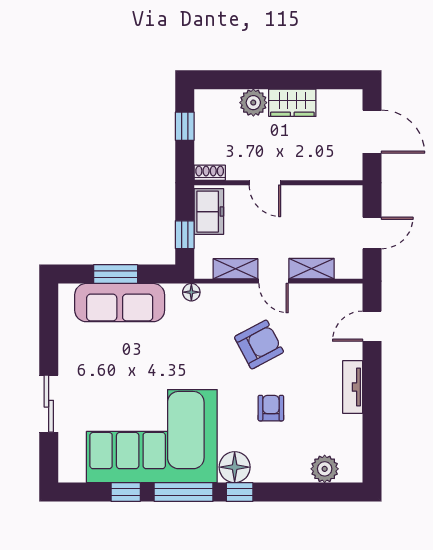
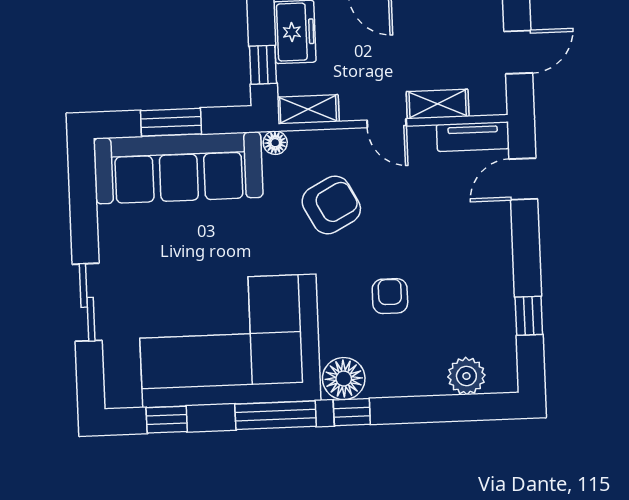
shelving: (235, 269) -> (308, 109), moved
sofa: (120, 303) -> (178, 168), width x1.36, depth x1.27
armchair: (259, 344) -> (331, 205), moved
tv unit: (353, 387) -> (473, 137), moved, turned -90
window: (372, 427) -> (529, 316), added
window: (126, 492) -> (167, 420), moved

